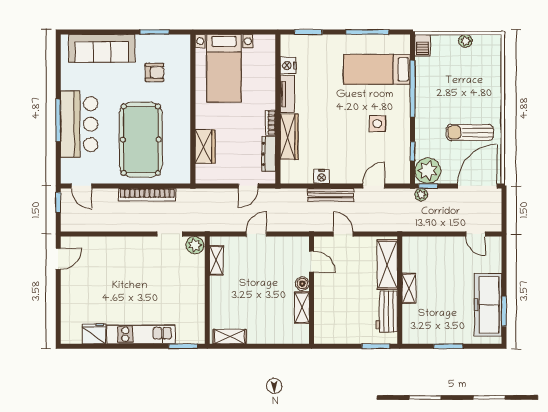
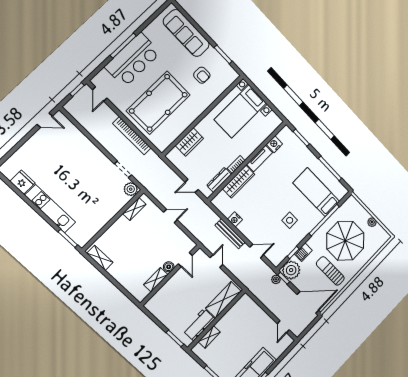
barbecue: (423, 45) -> (303, 252), moved
parasol: (456, 87) -> (345, 241), added
shelving: (409, 288) -> (209, 337), moved

